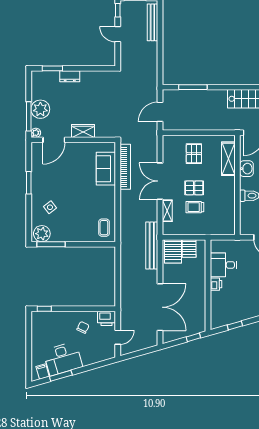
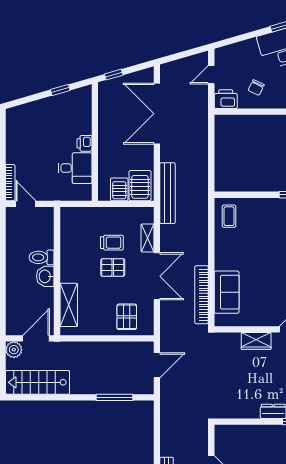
pallet: (194, 154) -> (127, 317), moved
washbasin: (246, 169) -> (45, 276), moved

